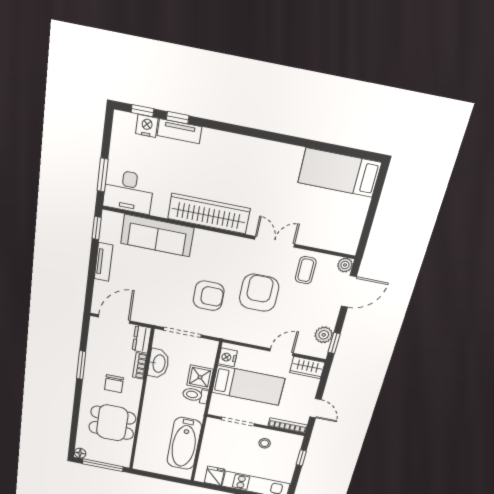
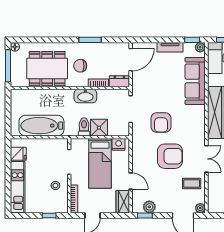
plant: (109, 218) -> (200, 47), added
door: (114, 319) -> (131, 60), hinge flipped
washbasin: (158, 364) -> (85, 96), moved
dining table: (112, 423) -> (47, 69), width x1.38

